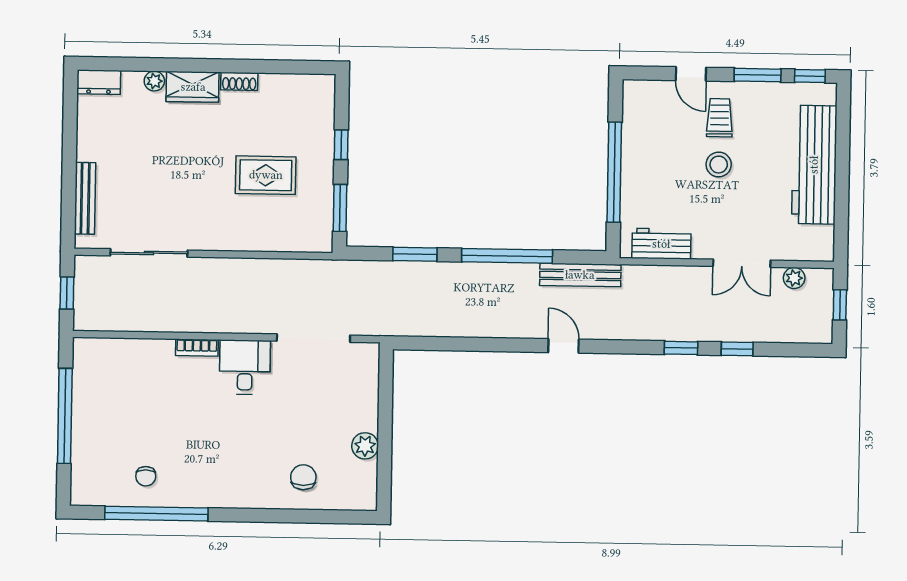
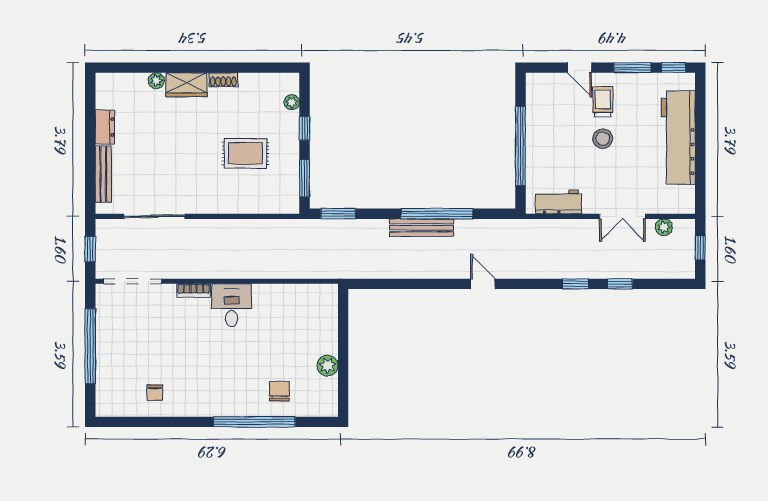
dresser: (99, 82) -> (105, 127), moved, turned -90
plant: (326, 111) -> (292, 102), added
window: (415, 254) -> (338, 214), moved
bench: (580, 275) -> (422, 228), moved
doorway: (313, 338) -> (133, 281), moved
window: (156, 514) -> (254, 422), moved

